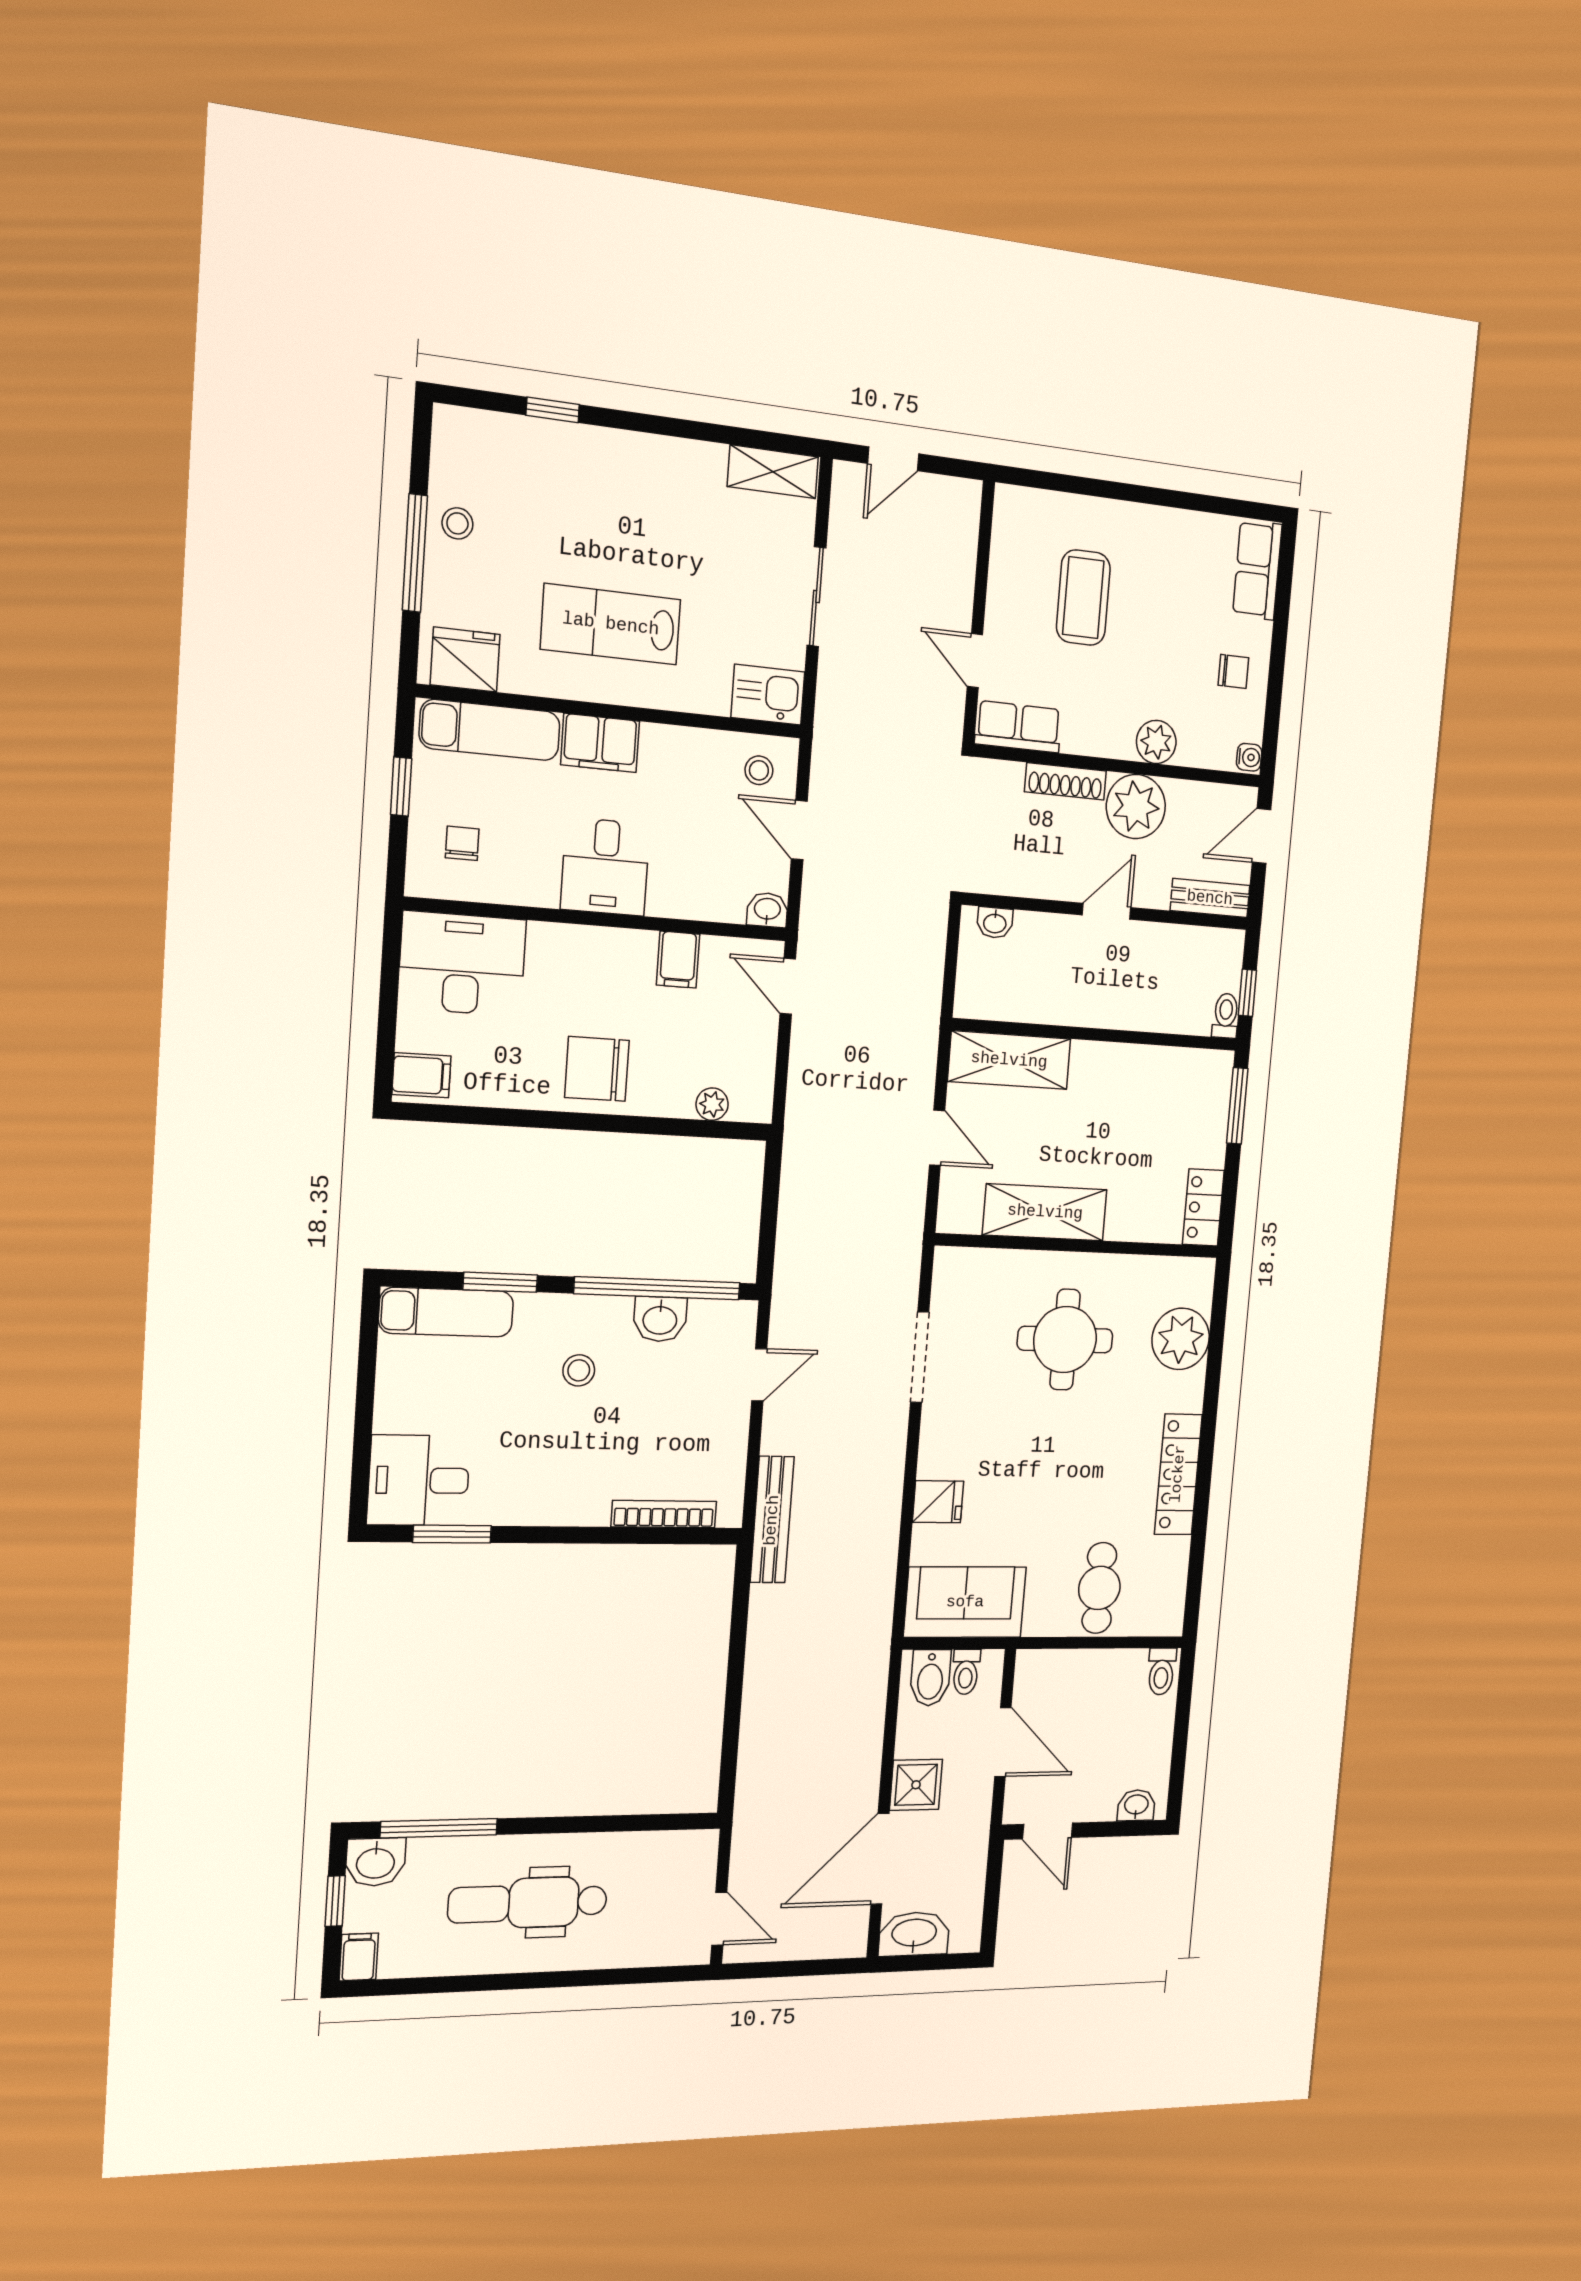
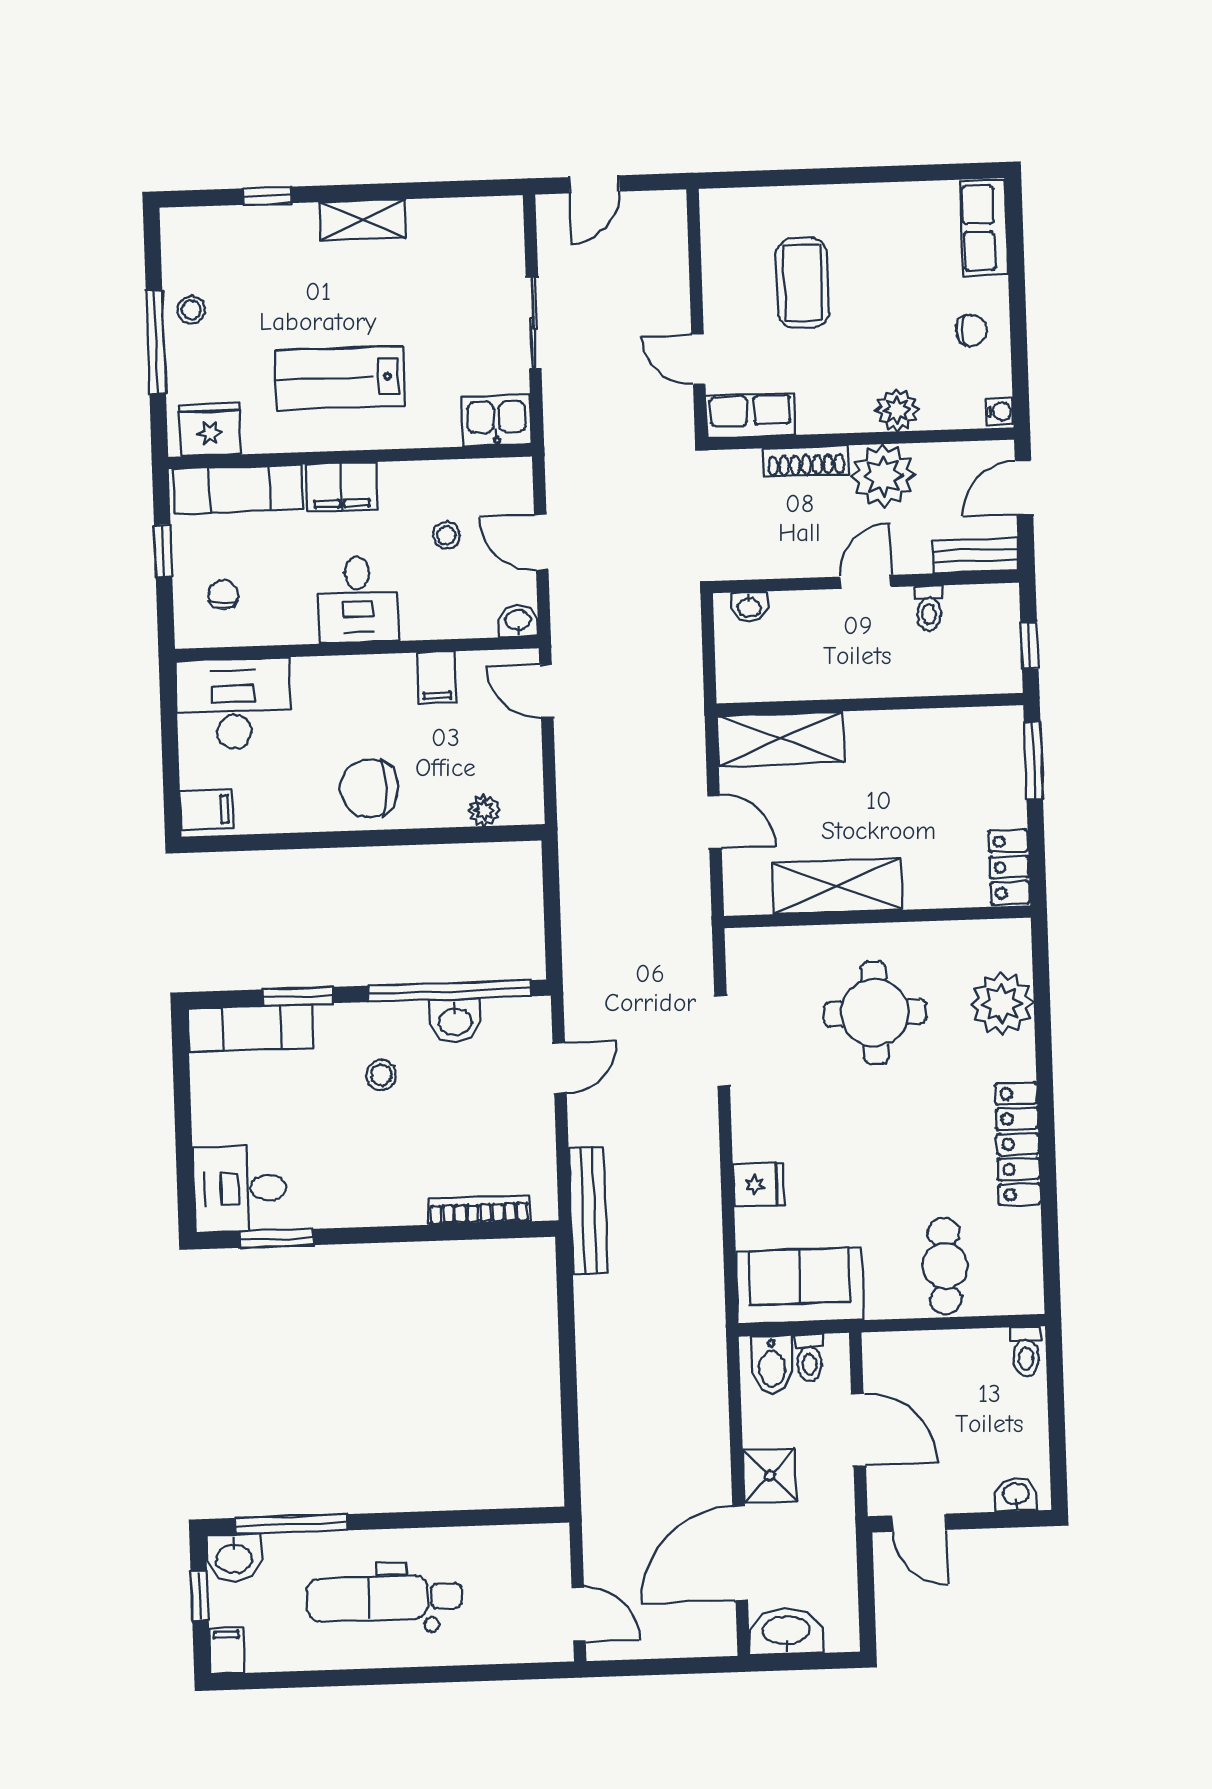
shelving: (773, 472) -> (363, 220), moved
stool: (759, 770) -> (446, 535), moved
toilet: (1226, 1016) -> (929, 608), moved, turned 180

